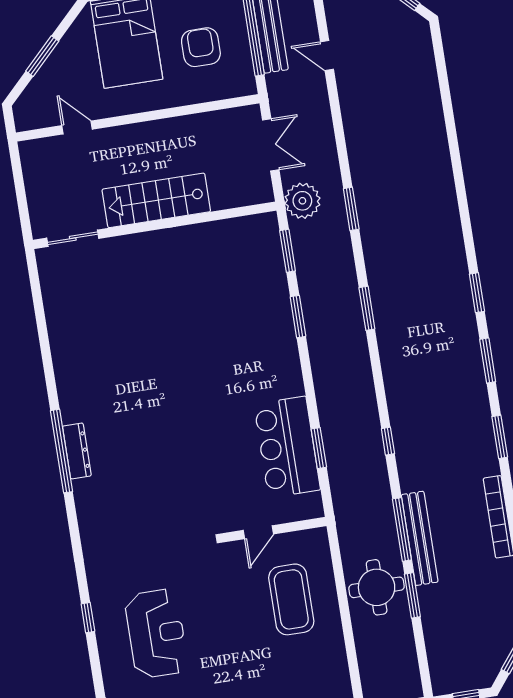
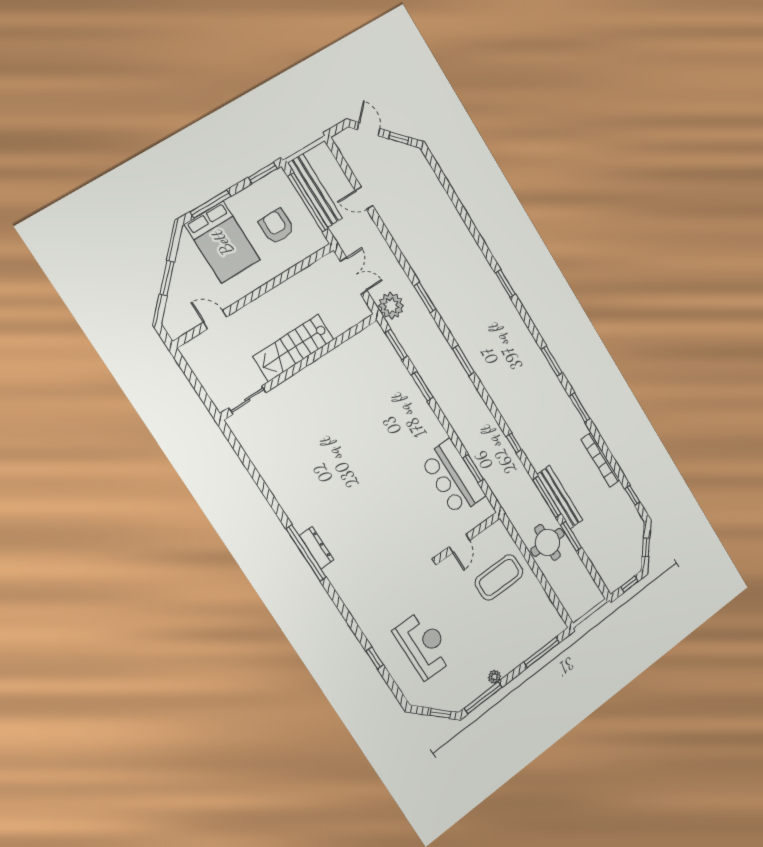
window: (477, 293) -> (505, 284), moved
coffee table: (291, 599) -> (499, 577), turned 90

